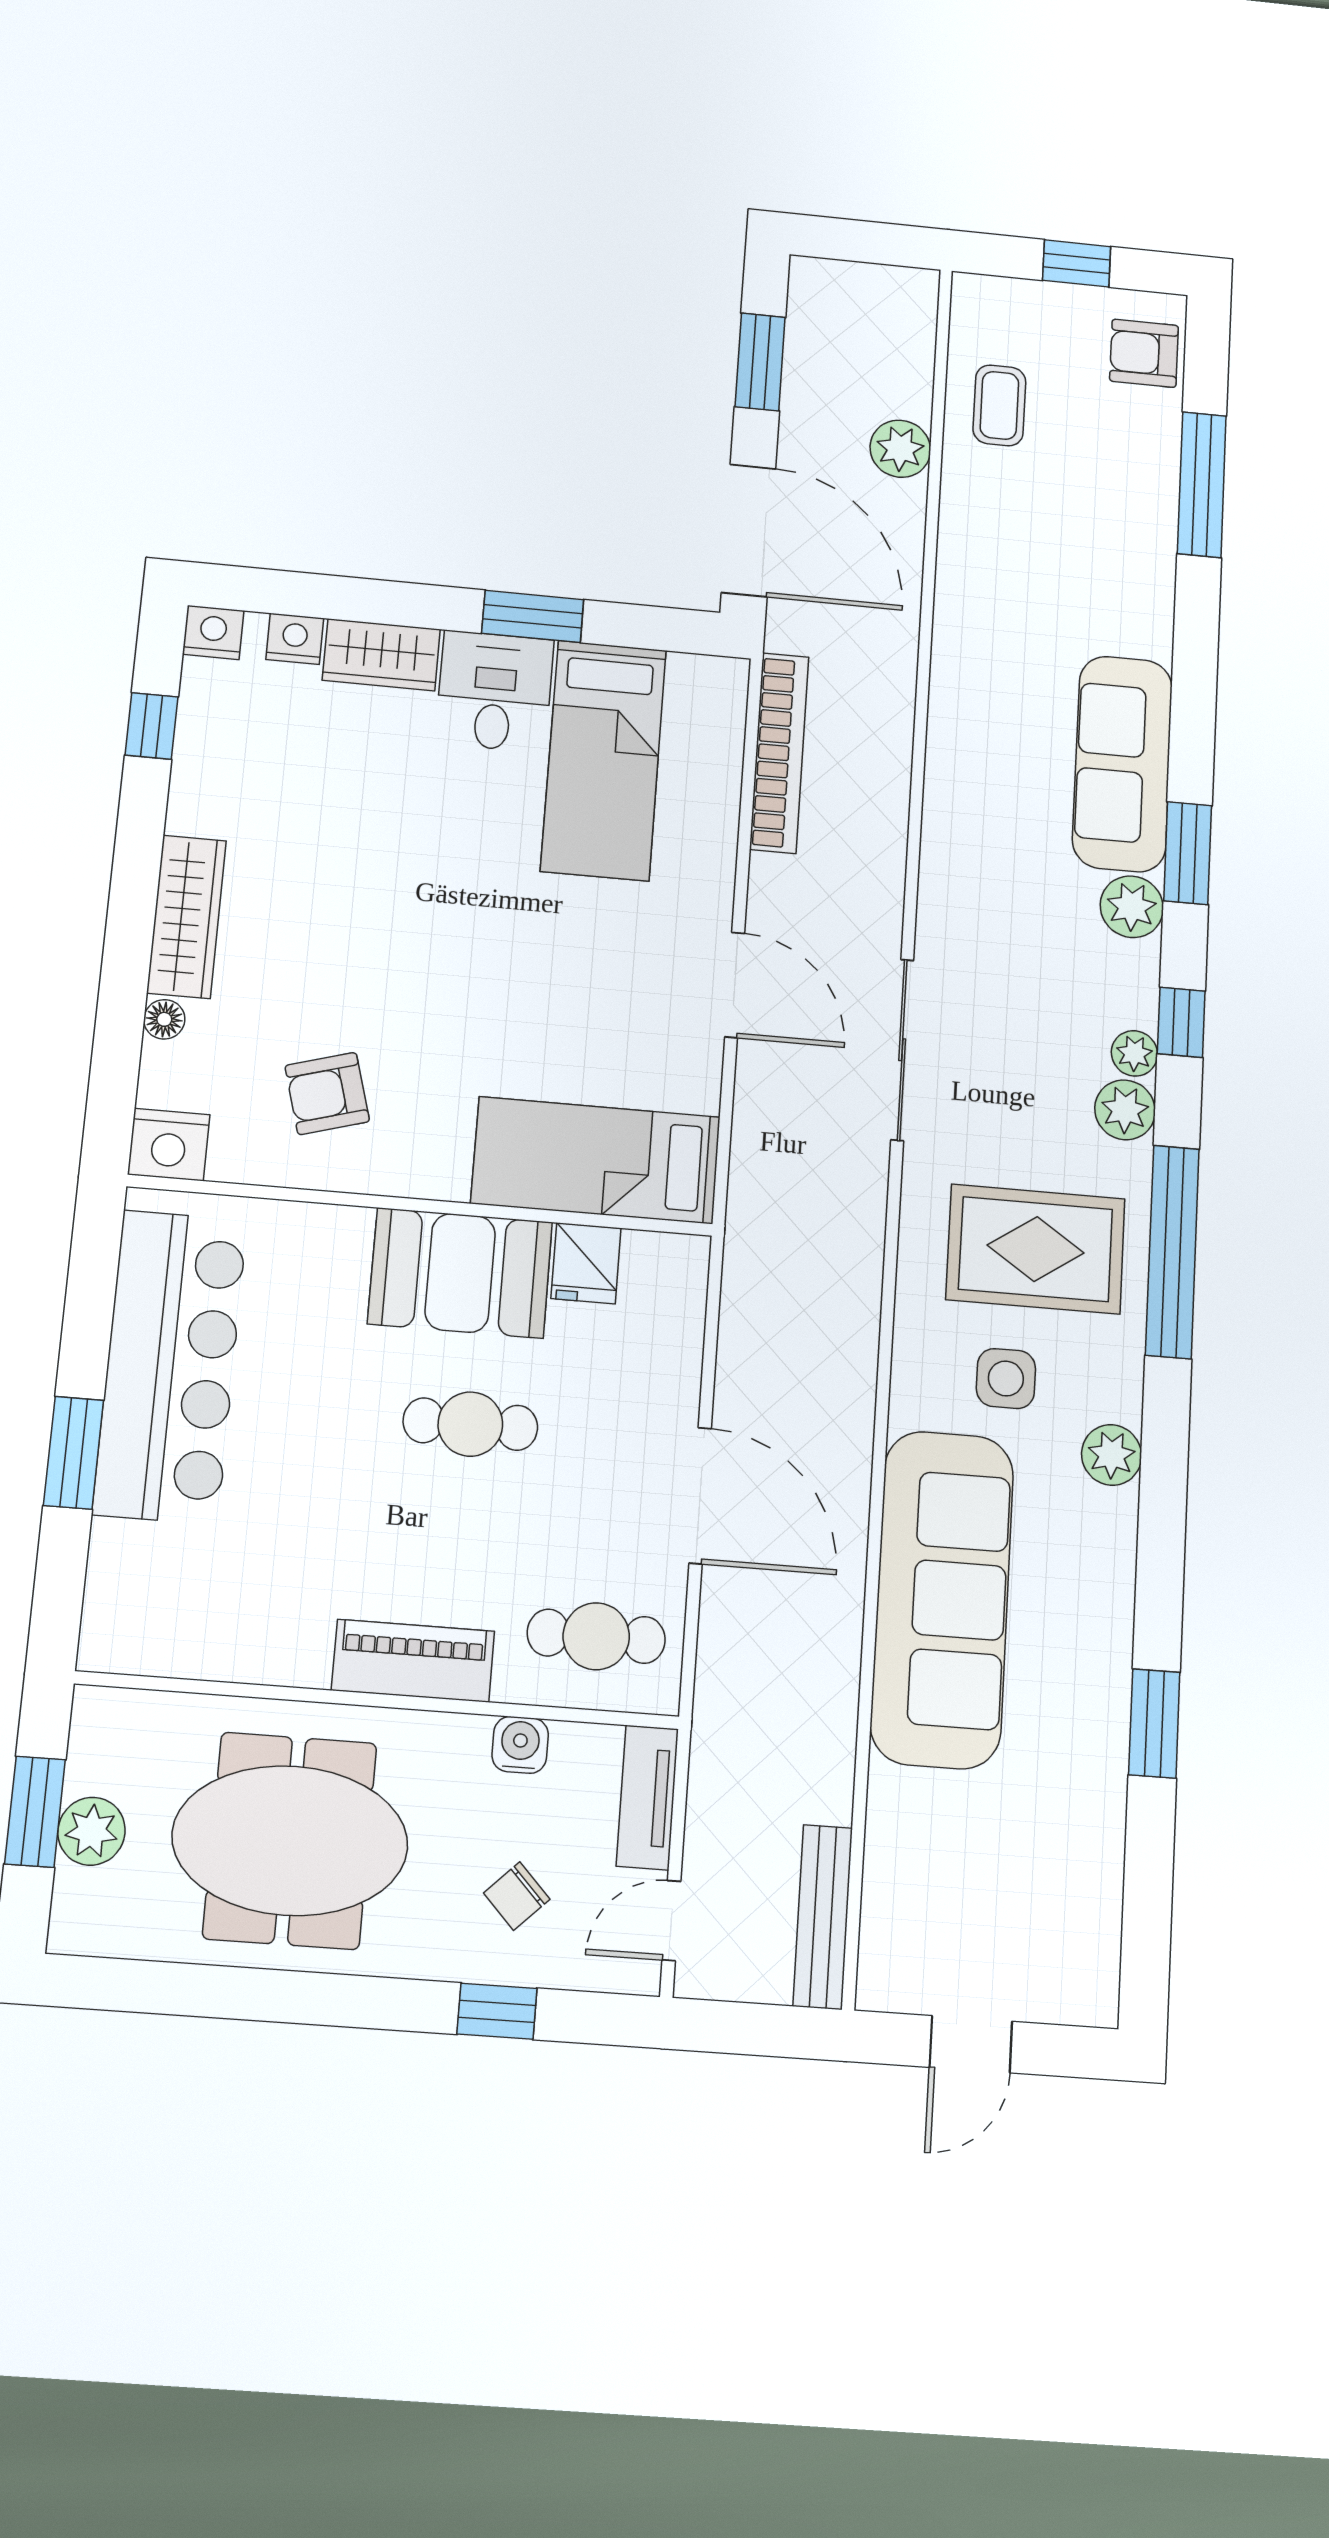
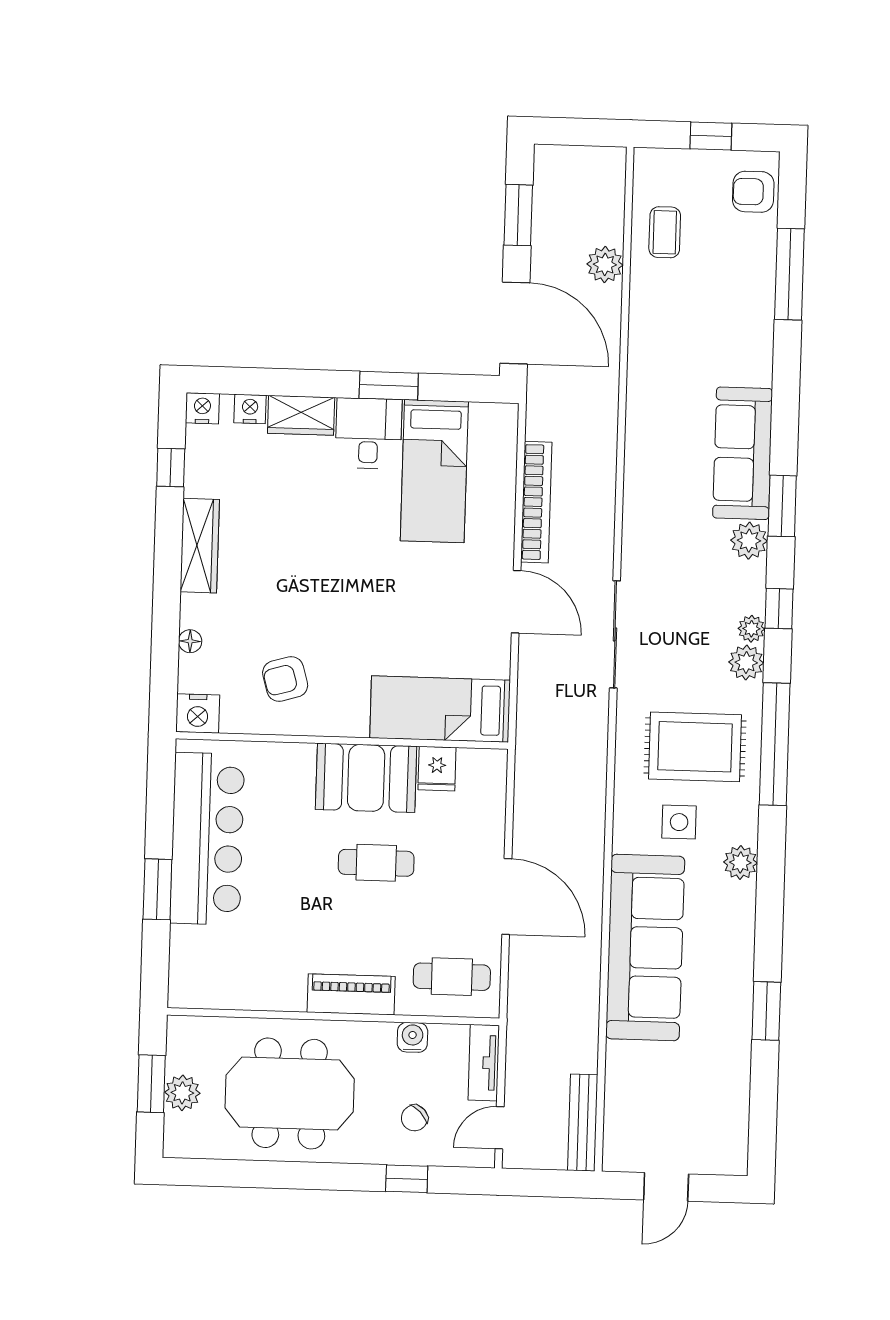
bookcase: (779, 753) -> (536, 502), moved
wardrobe: (187, 917) -> (200, 546), moved

